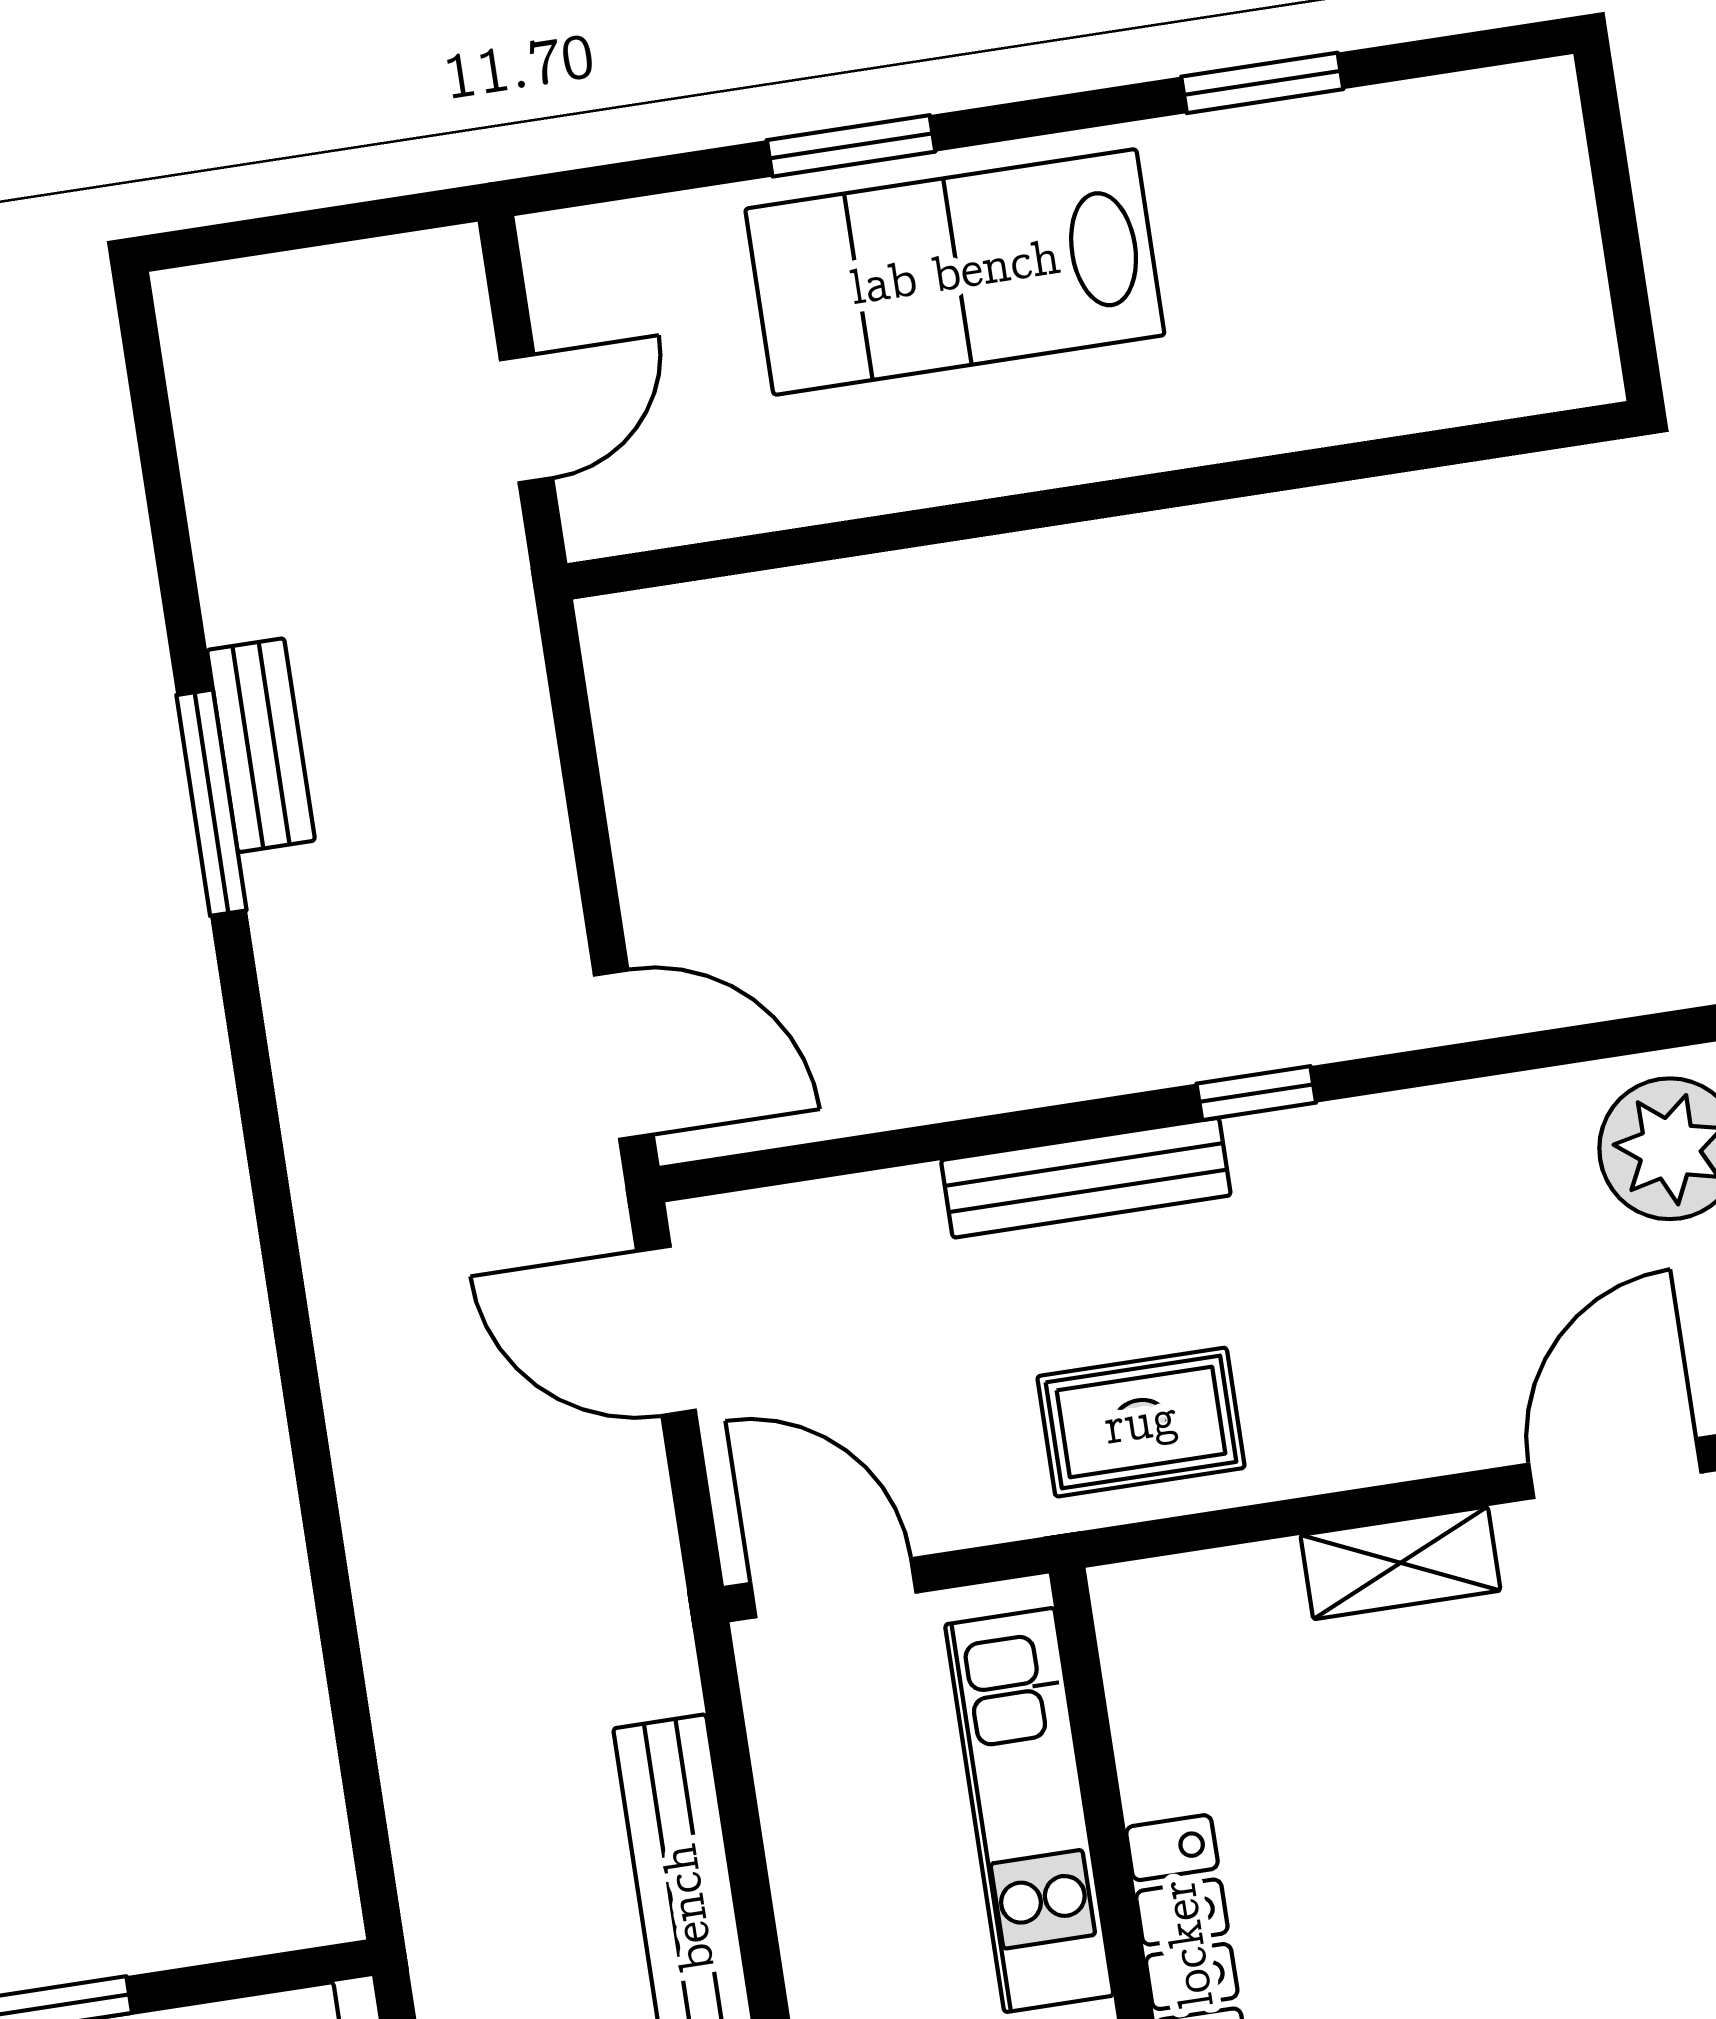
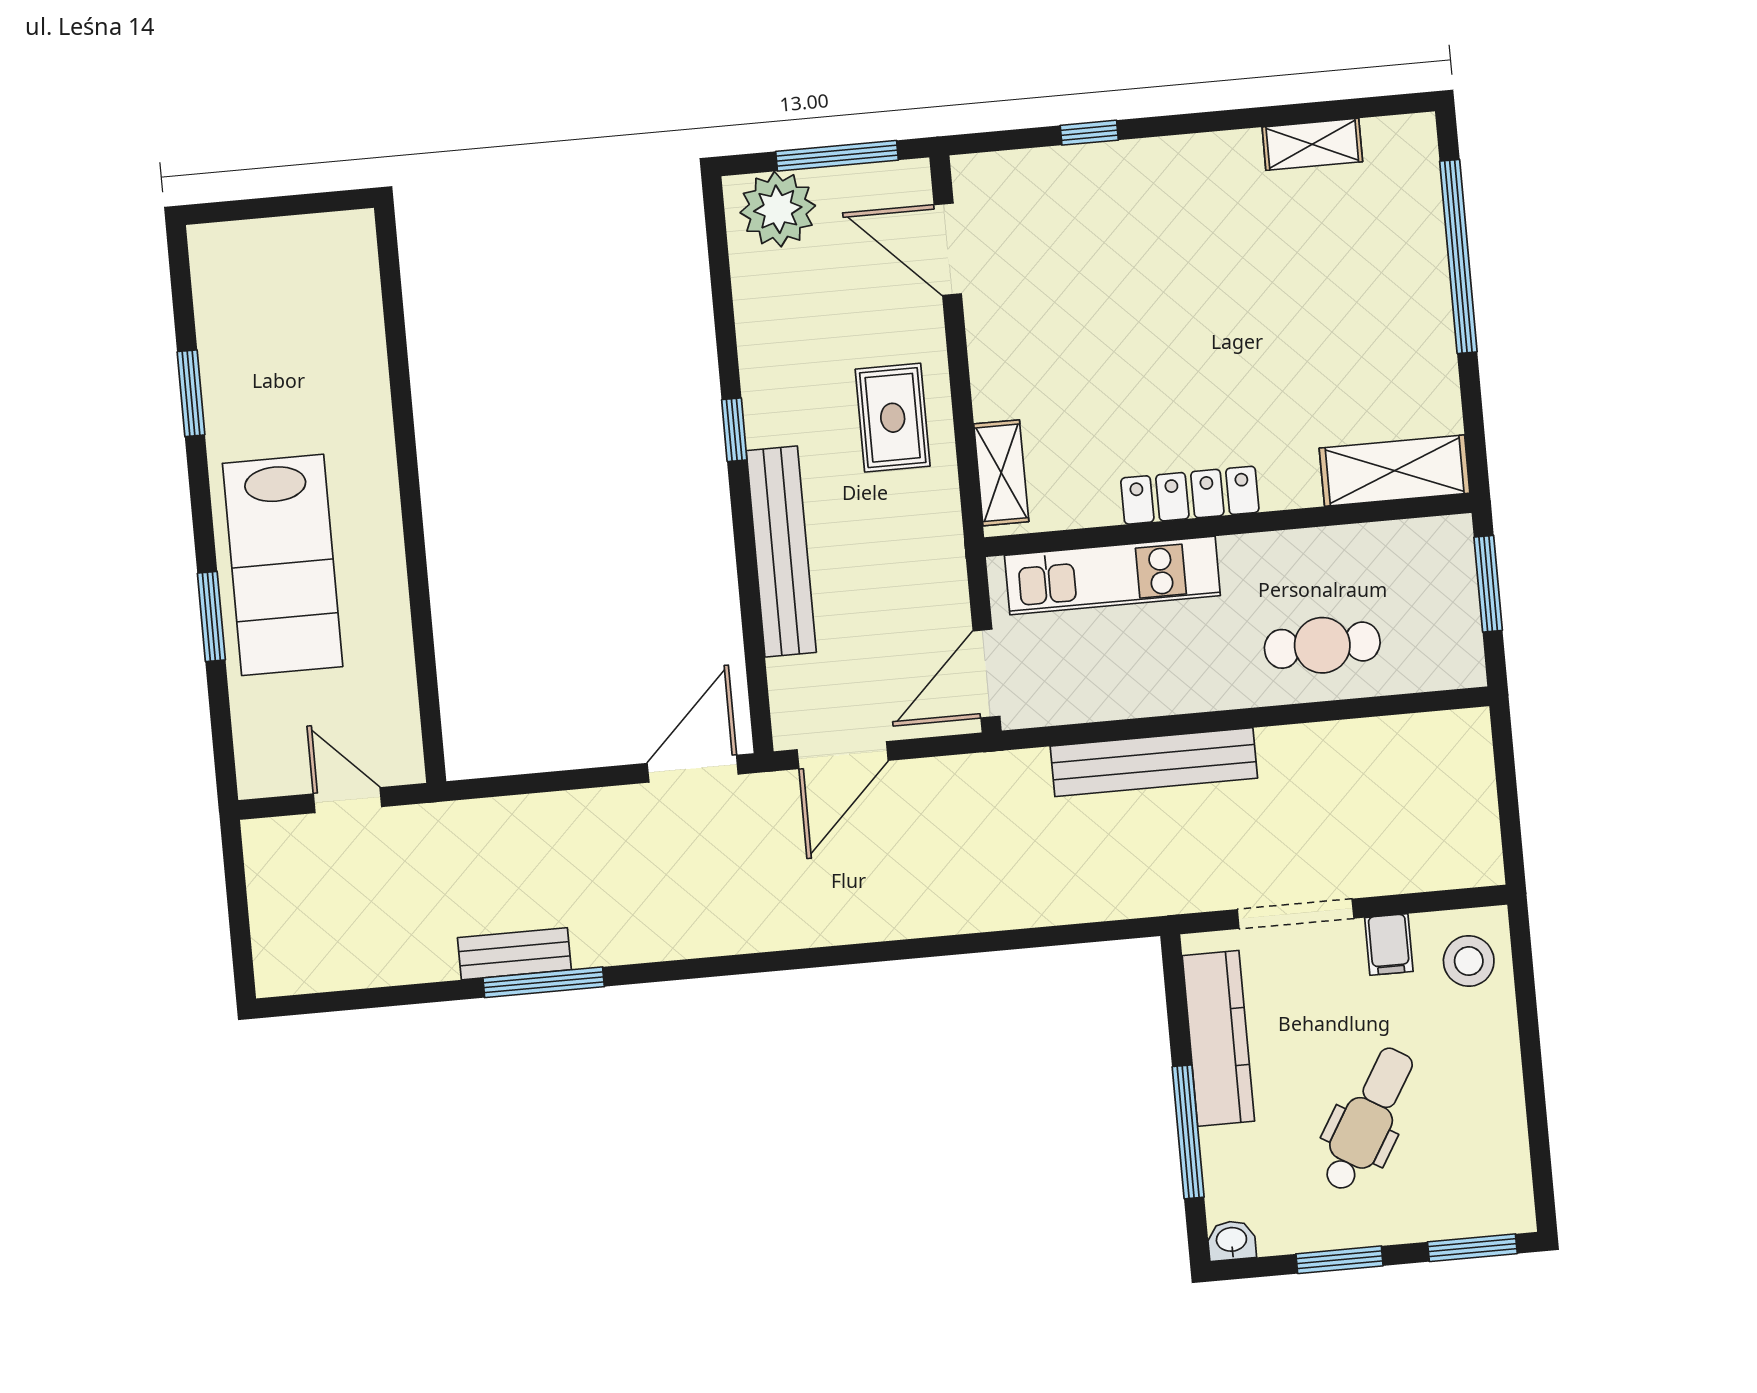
bench: (1086, 1178) -> (781, 551), width x1.37, depth x1.21
rug: (1141, 1422) -> (893, 418), moved
shelving: (1400, 1563) -> (1001, 473), moved

